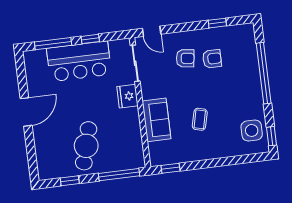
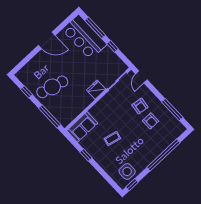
window: (217, 23) -> (172, 110), width x2.17
bar counter: (79, 61) -> (84, 37), moved
sofa: (157, 120) -> (82, 127), moved
window: (170, 168) -> (86, 155), moved

